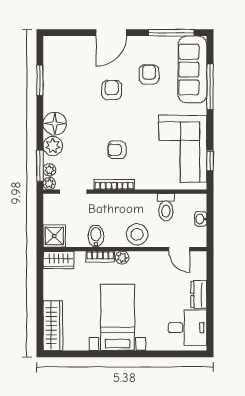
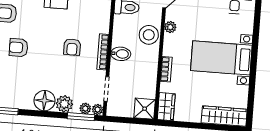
bidet: (96, 236) -> (121, 54), moved, turned 180
plant: (122, 258) -> (170, 27), moved

